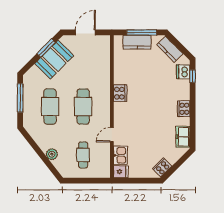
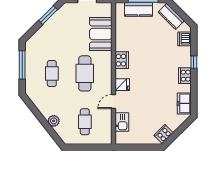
booth: (54, 60) -> (101, 34), moved, turned -45
window: (193, 76) -> (194, 62), moved
cafe table: (50, 107) -> (52, 73), width x0.73, depth x0.74
fridge: (121, 172) -> (122, 85), moved

